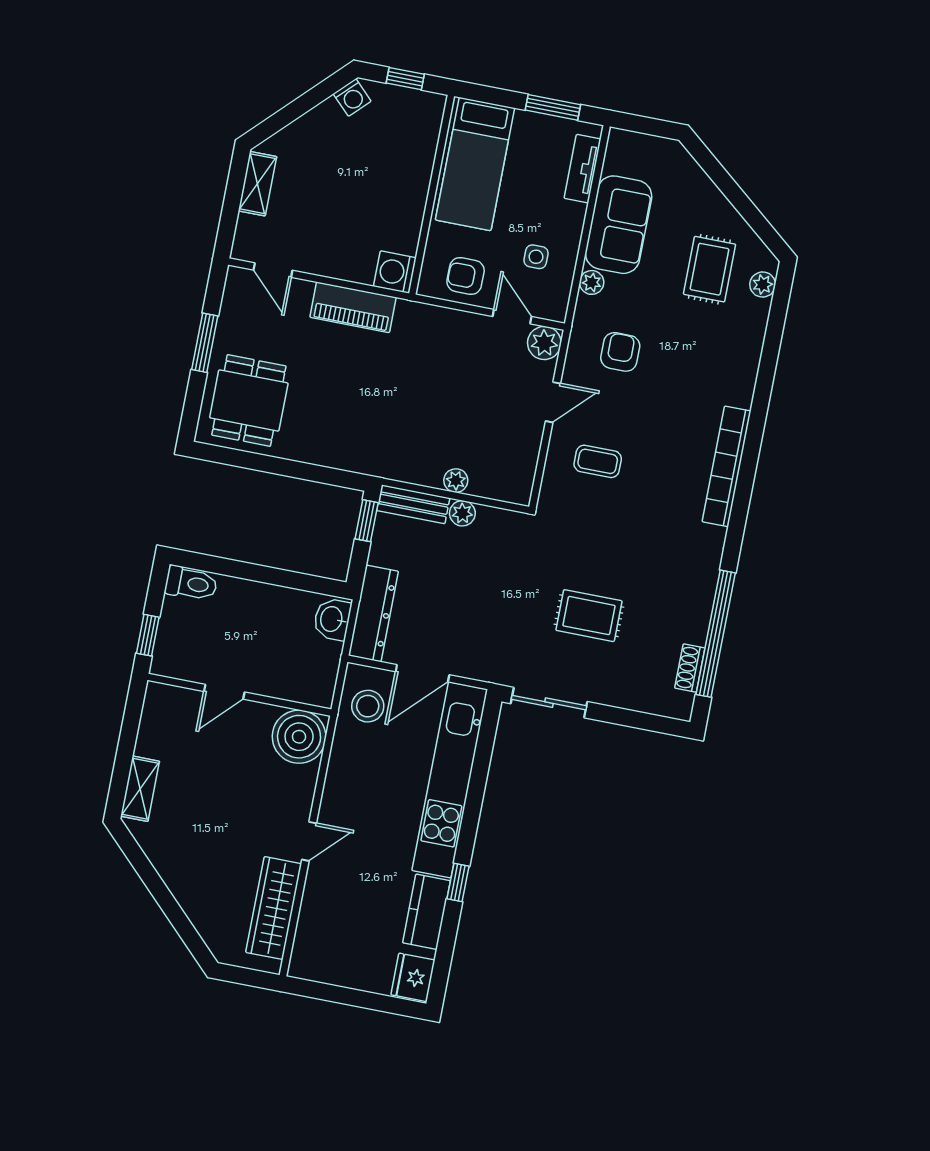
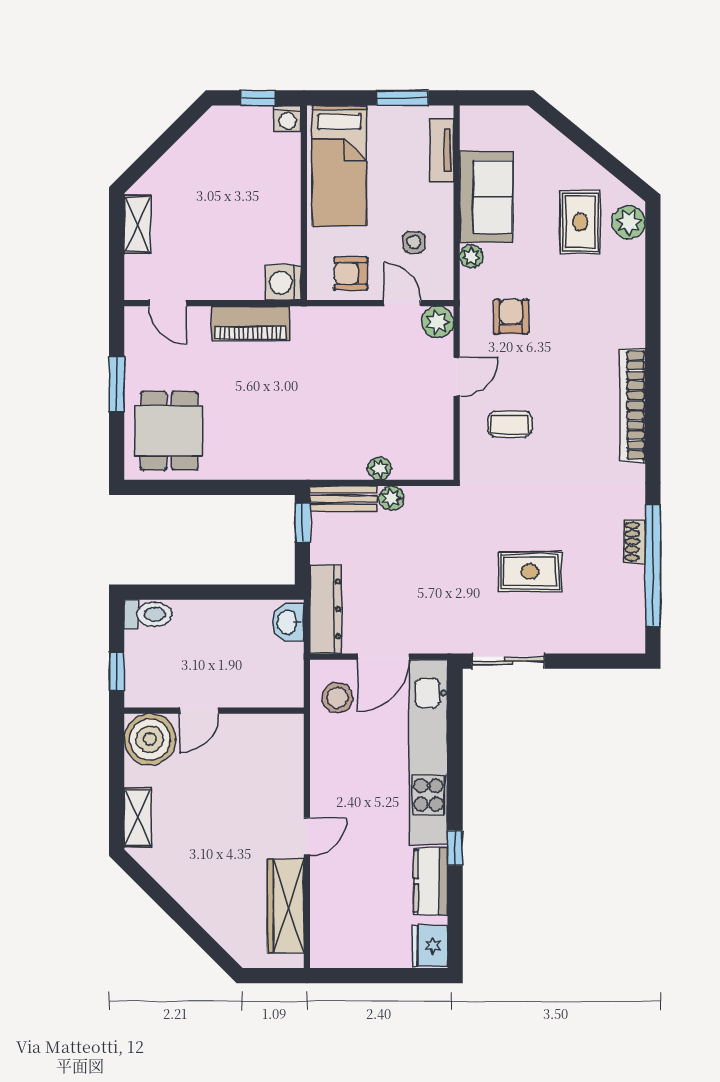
washing machine: (352, 97) -> (288, 119), moved, turned 45
plant: (763, 285) -> (629, 222), width x1.38, depth x1.38
shoe rack: (690, 668) -> (635, 542), moved
boiler: (299, 737) -> (150, 739), moved

